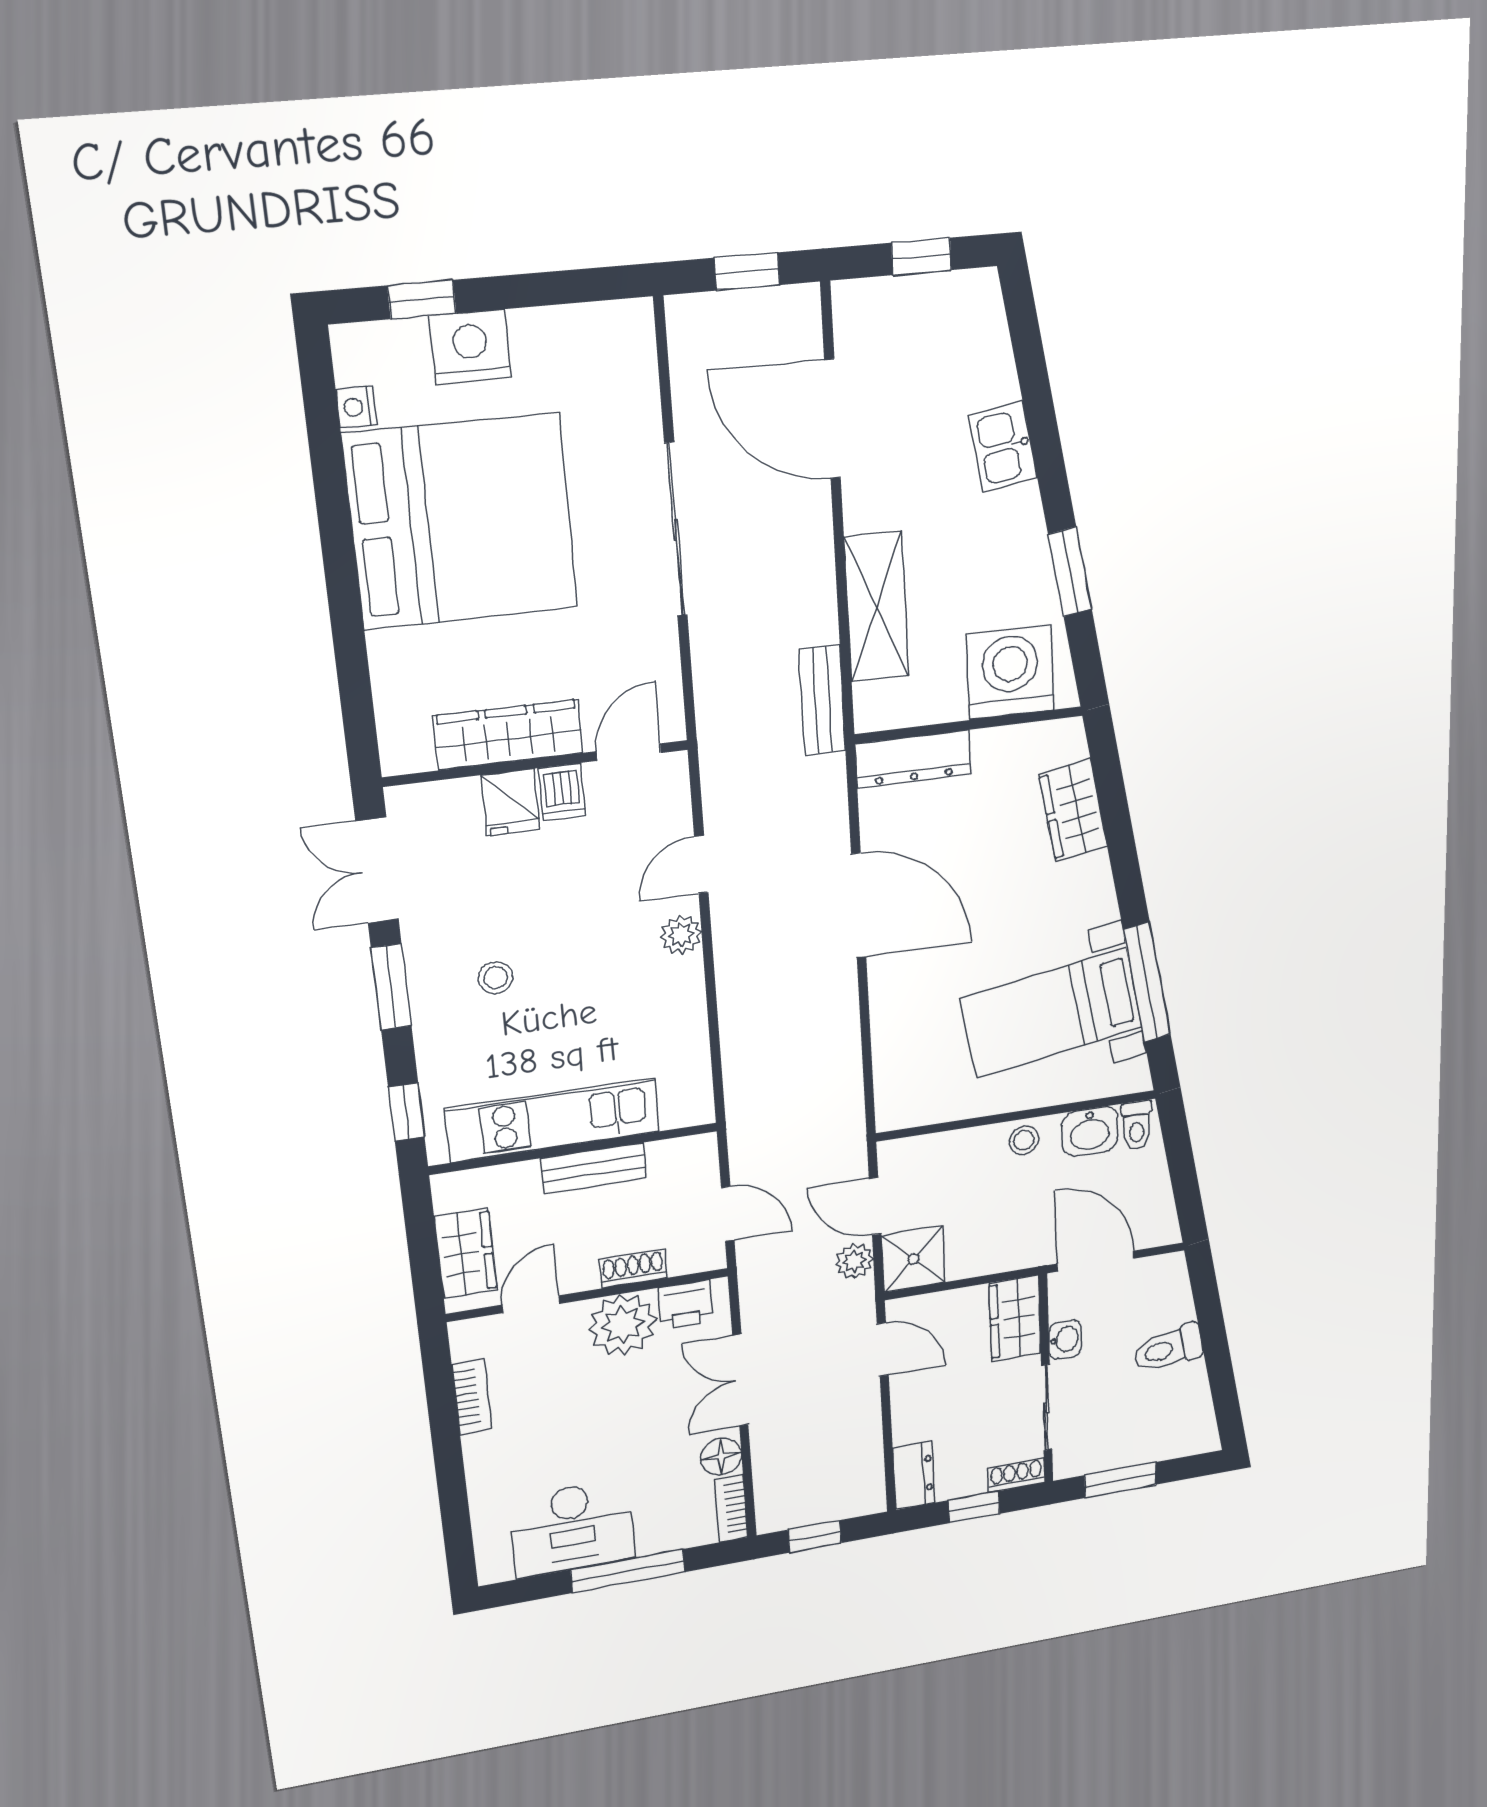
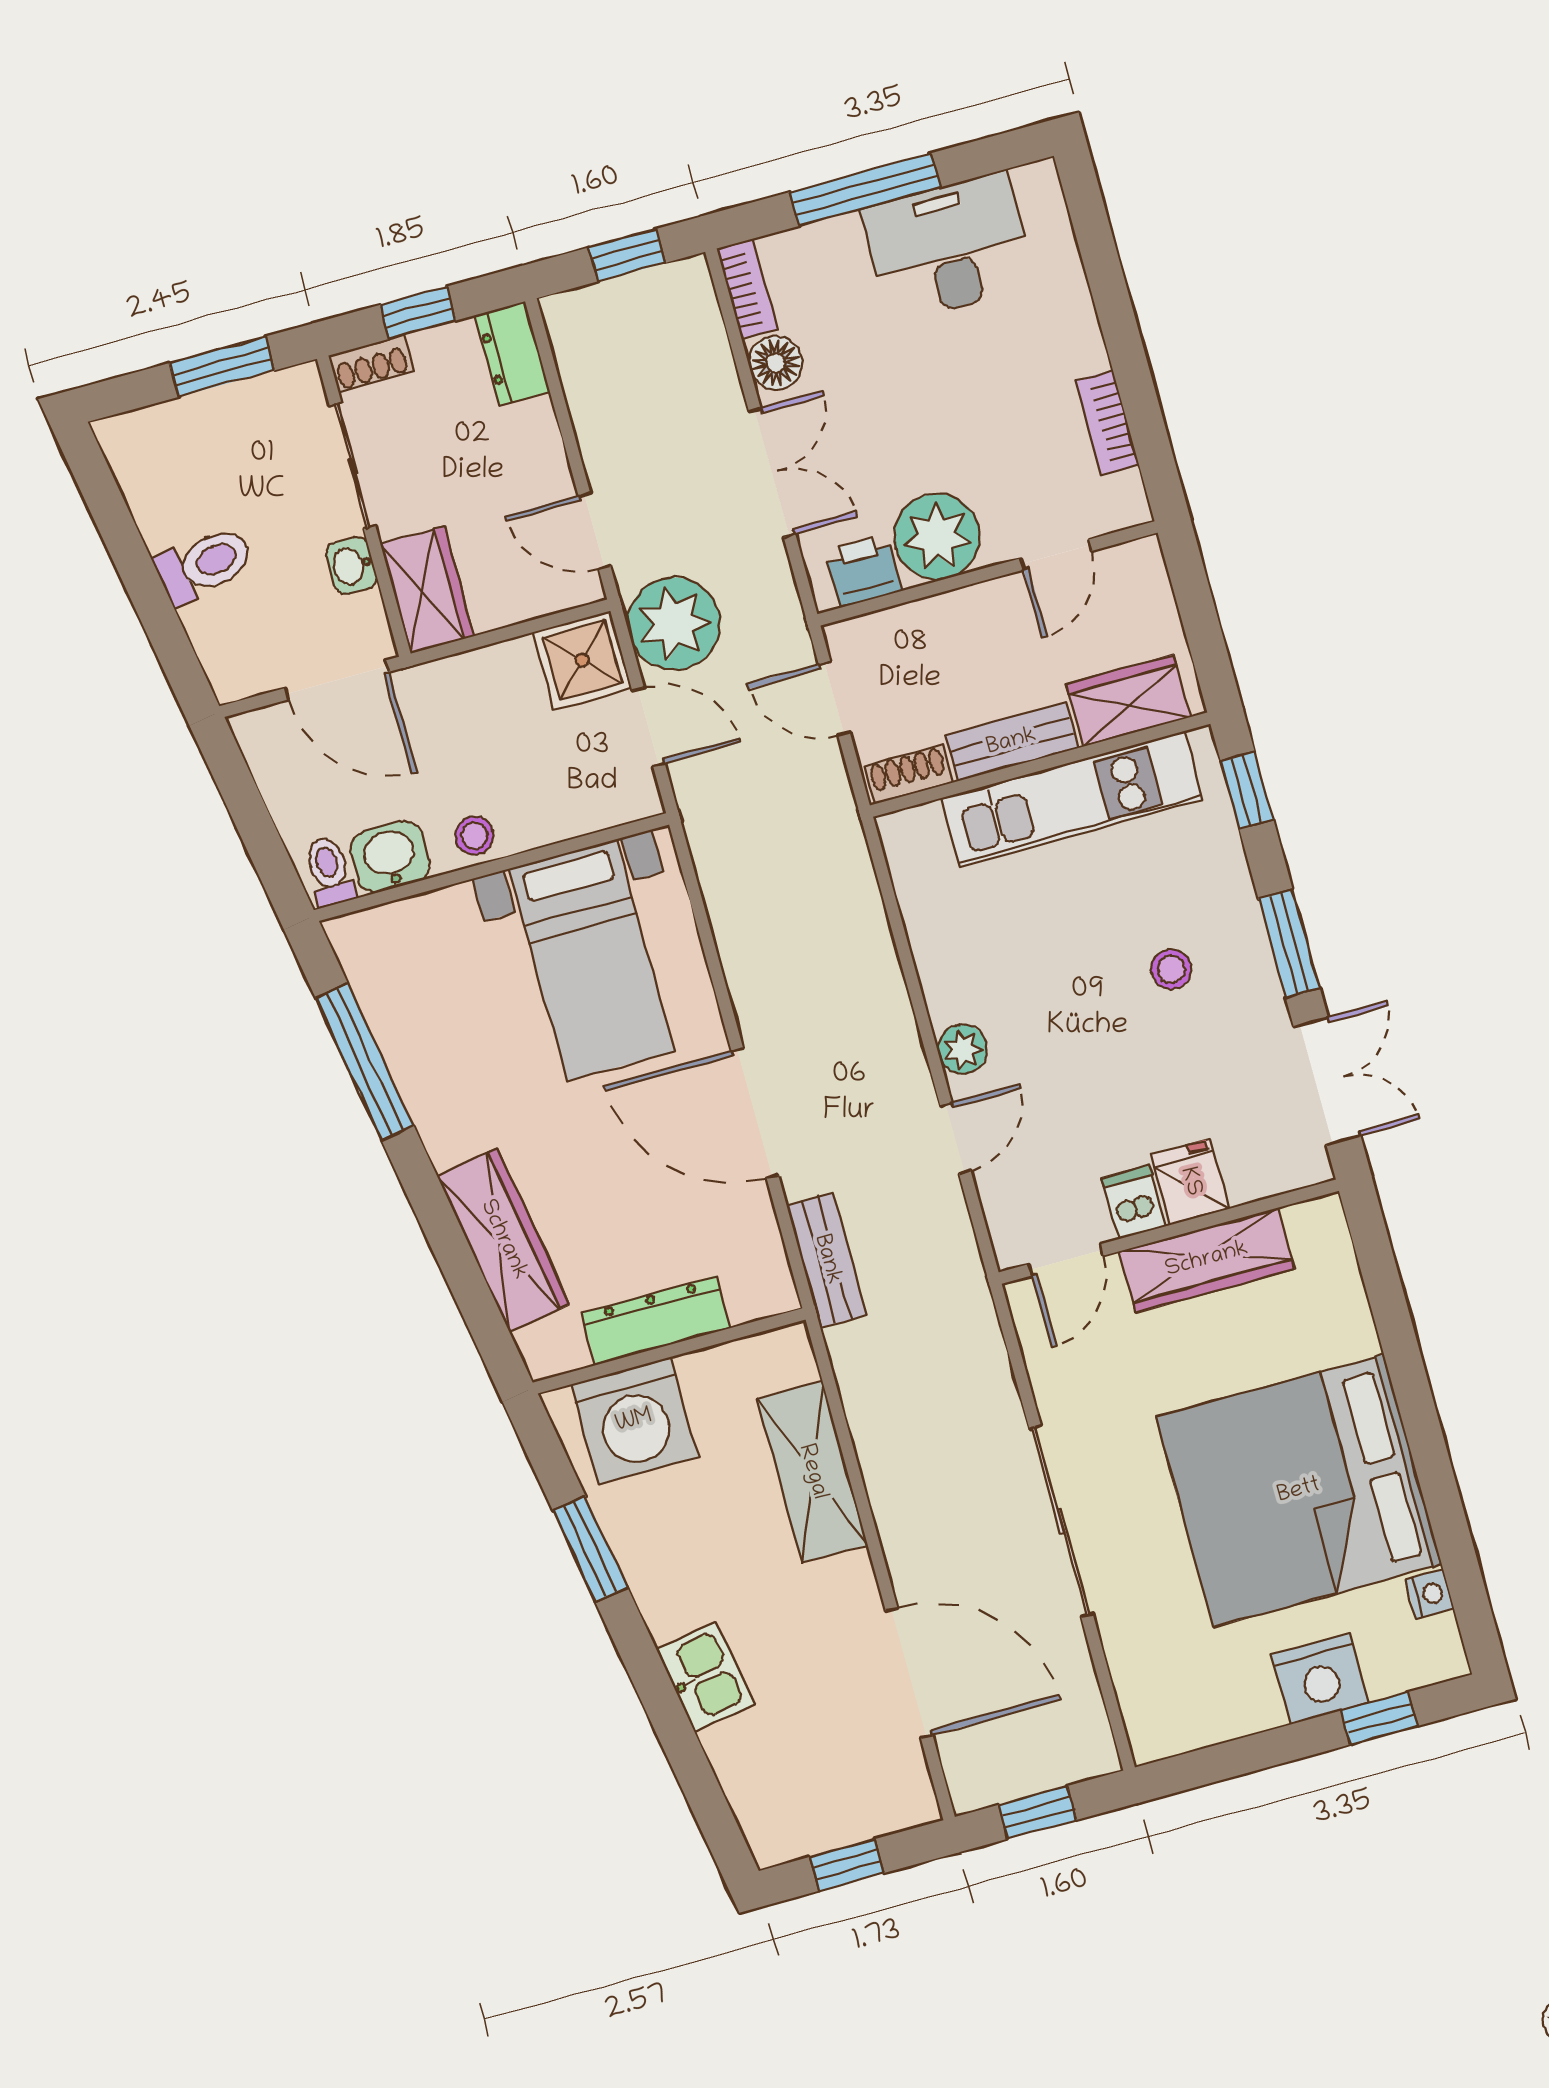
bench: (822, 700) -> (827, 1260), moved
dresser: (913, 759) -> (656, 1320), moved
wardrobe: (1073, 810) -> (503, 1240), width x1.50
bed with nightstands: (1051, 1013) -> (591, 960), moved, turned 99
wardrobe: (466, 1254) -> (1128, 701), moved, turned 90
plant: (854, 1261) -> (674, 623), width x1.87, depth x1.87
shoe rack: (633, 1269) -> (909, 774), moved, turned 180

